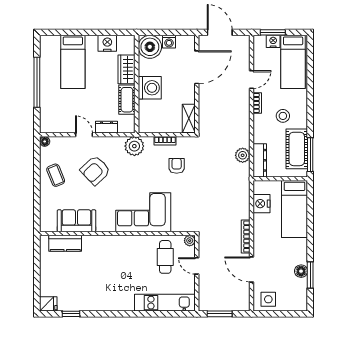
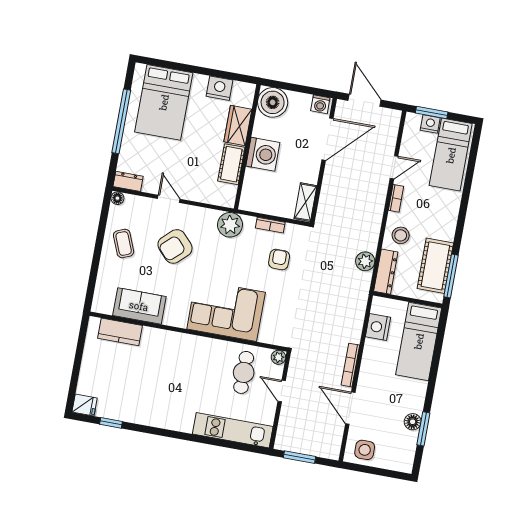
washing machine: (169, 42) -> (320, 104), moved
bed: (73, 62) -> (164, 102), width x1.50
stool: (283, 116) -> (401, 235), moved
dresser: (107, 127) -> (128, 181), moved

